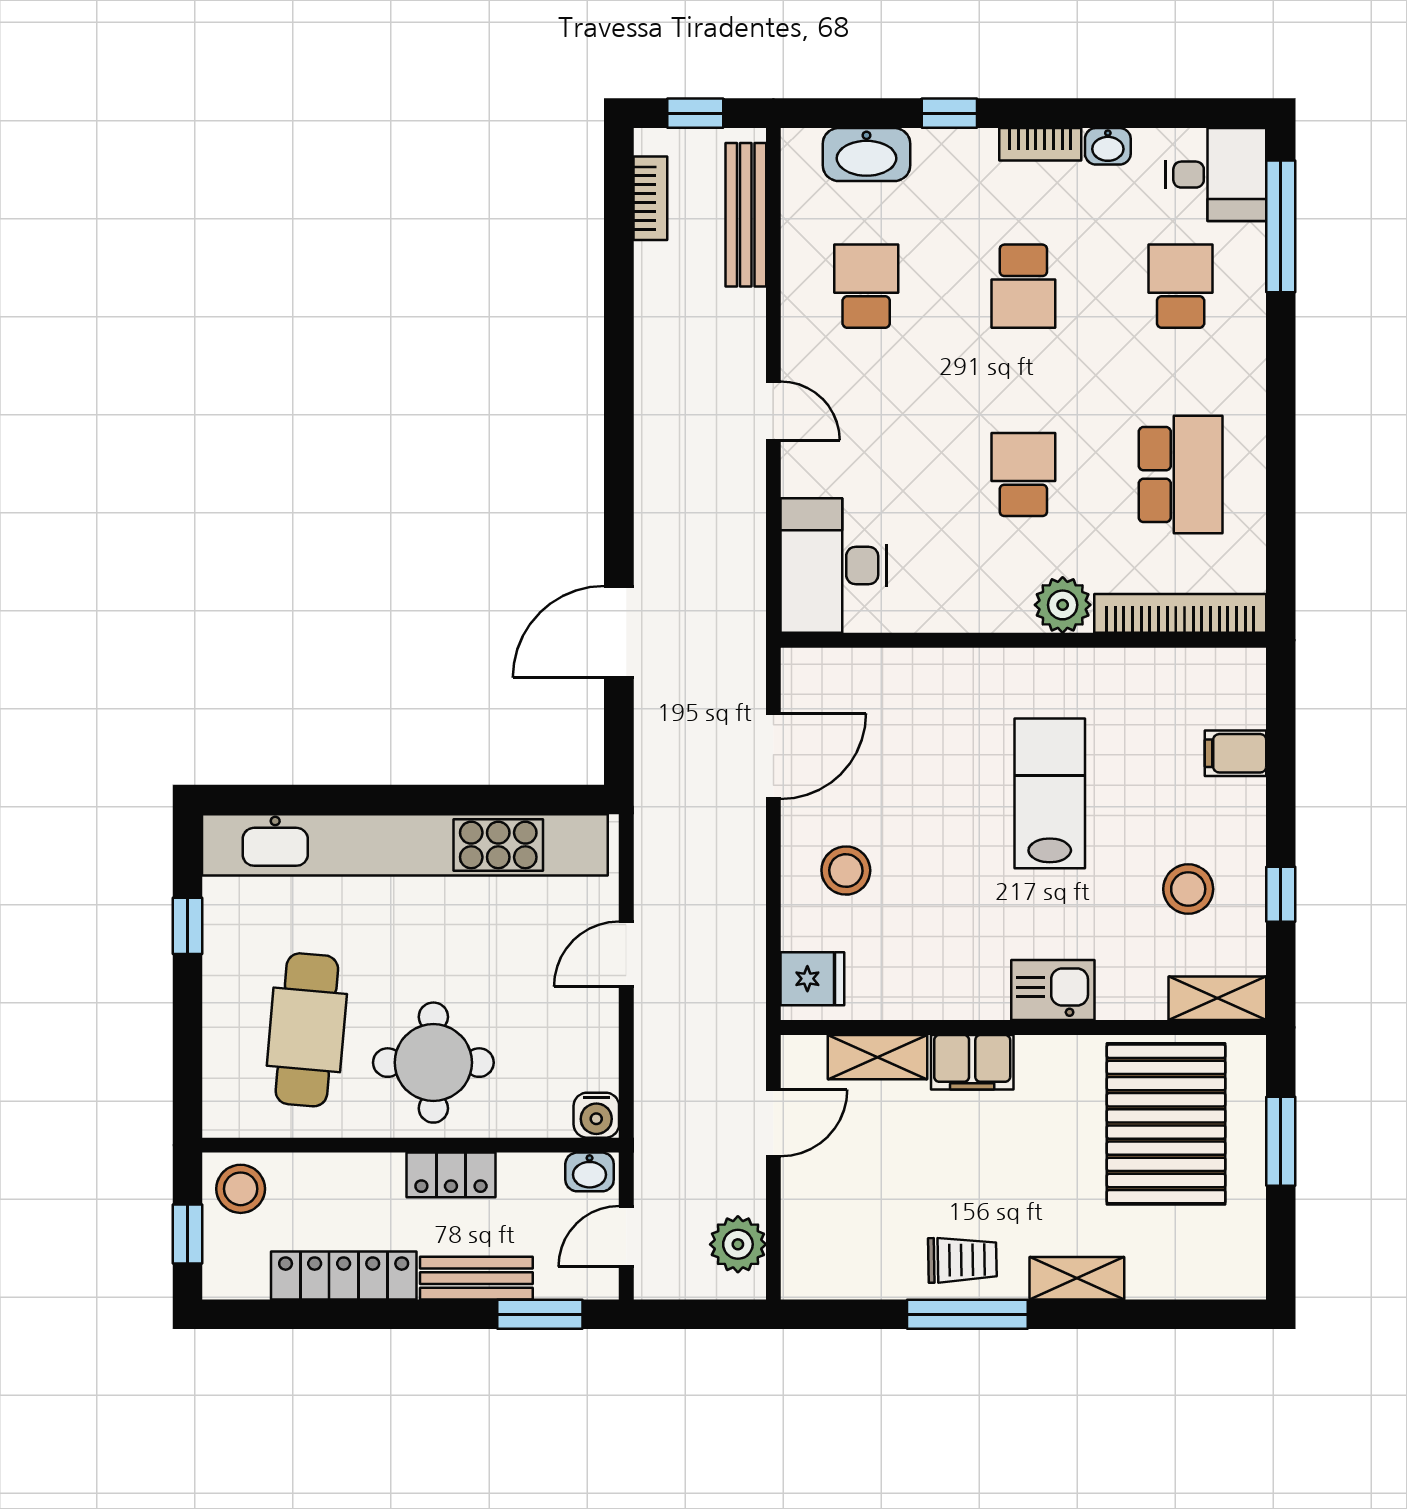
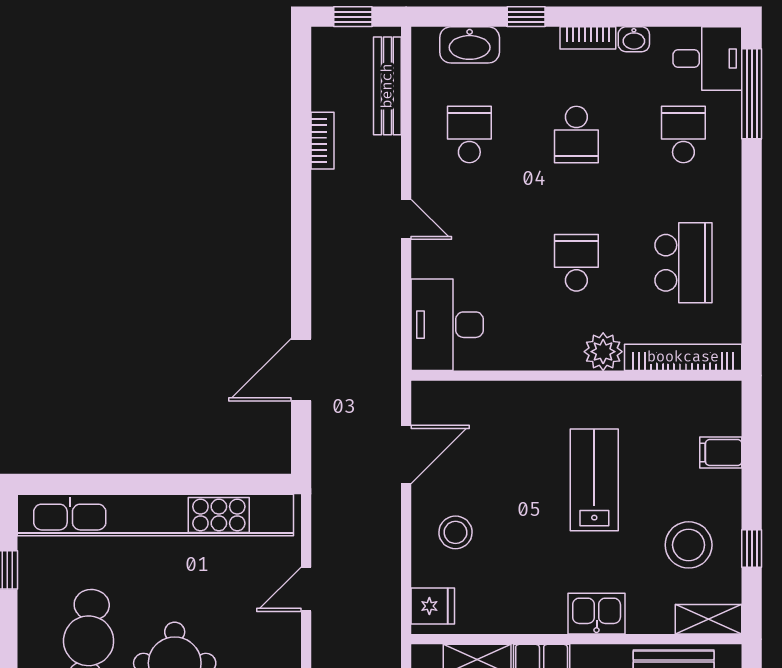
bookcase: (650, 198) -> (322, 141), moved
stool: (1188, 889) -> (689, 545), width x1.38, depth x1.38

